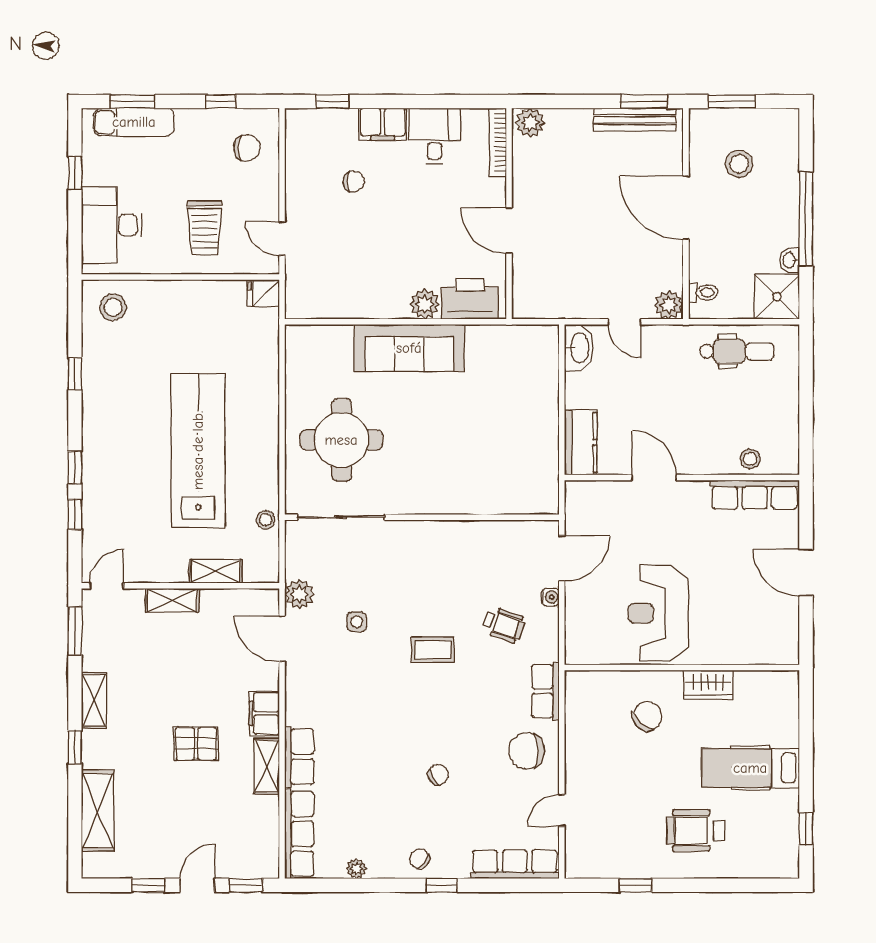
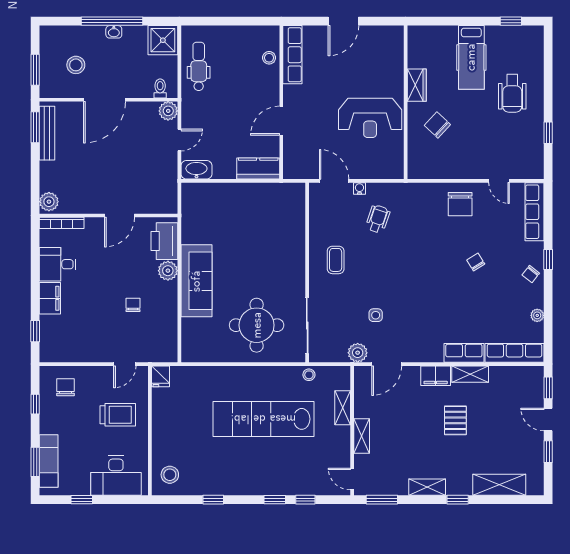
chair: (354, 182) -> (133, 305), moved
washbasin: (790, 260) -> (114, 32), moved
coffee table: (433, 650) -> (336, 260), moved
row of seats: (545, 691) -> (421, 192), removed

